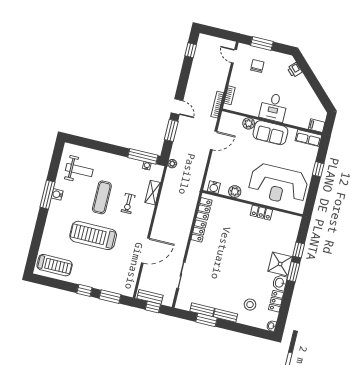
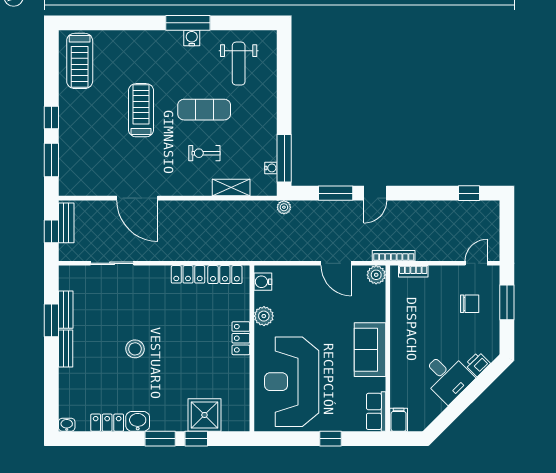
desk: (274, 107) -> (447, 377), moved, turned -135
plant: (249, 123) -> (376, 275), moved
locker: (261, 213) -> (241, 338), moved
treadmill: (93, 235) -> (141, 110), width x0.73, depth x0.73
shower: (280, 264) -> (204, 415), moved
stool: (250, 305) -> (135, 349), moved

